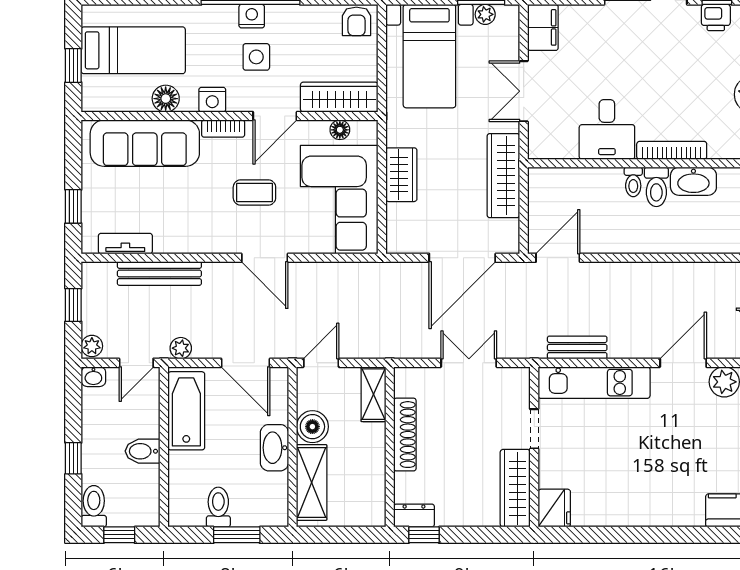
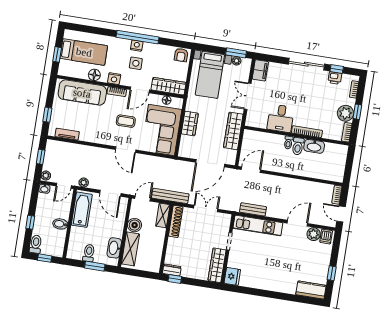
bench: (159, 273) -> (170, 196), moved
shoe rack: (405, 435) -> (176, 221), moved
washbasin: (274, 448) -> (114, 248), moved

